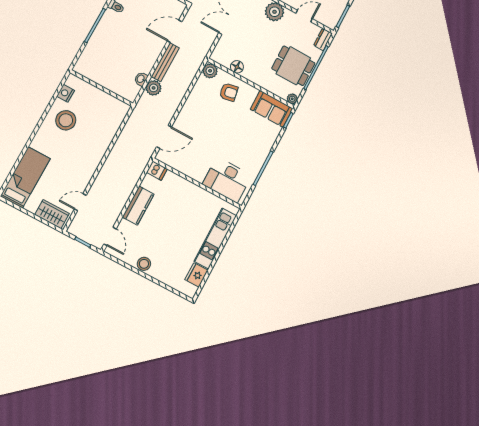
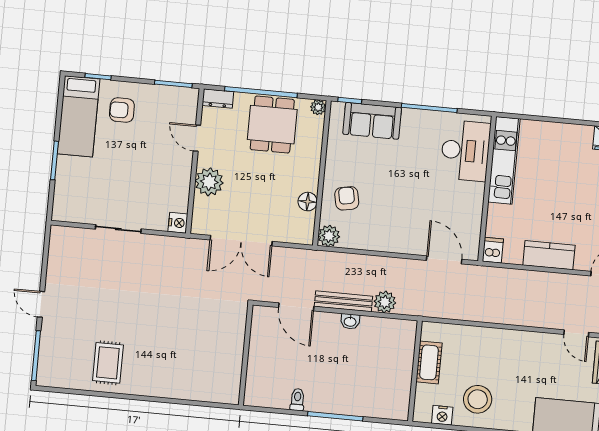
washbasin: (141, 79) -> (350, 321), moved
cot: (103, 99) -> (429, 362), added
sofa: (272, 109) -> (372, 121), moved, turned 90
kitchen unit: (215, 238) -> (504, 160), moved, turned -90

